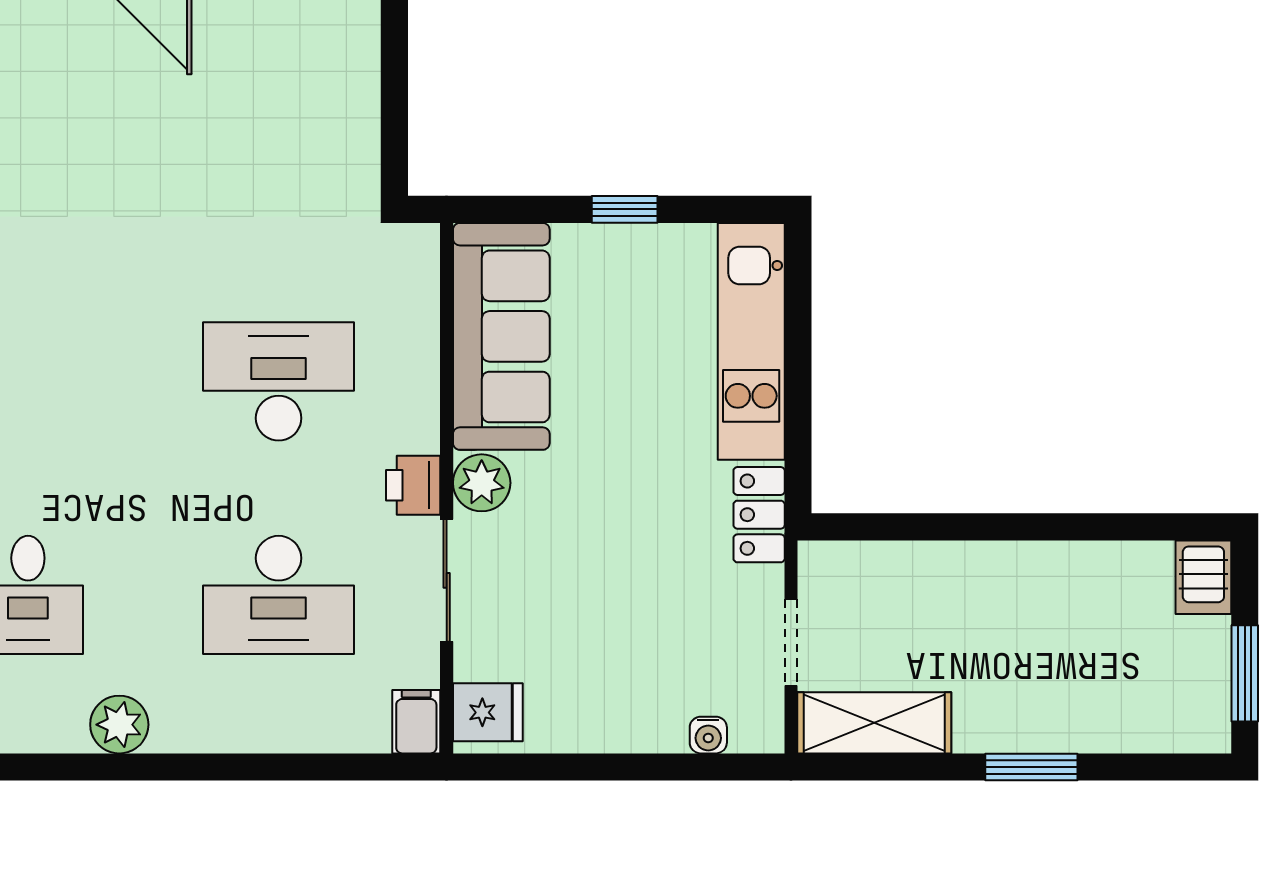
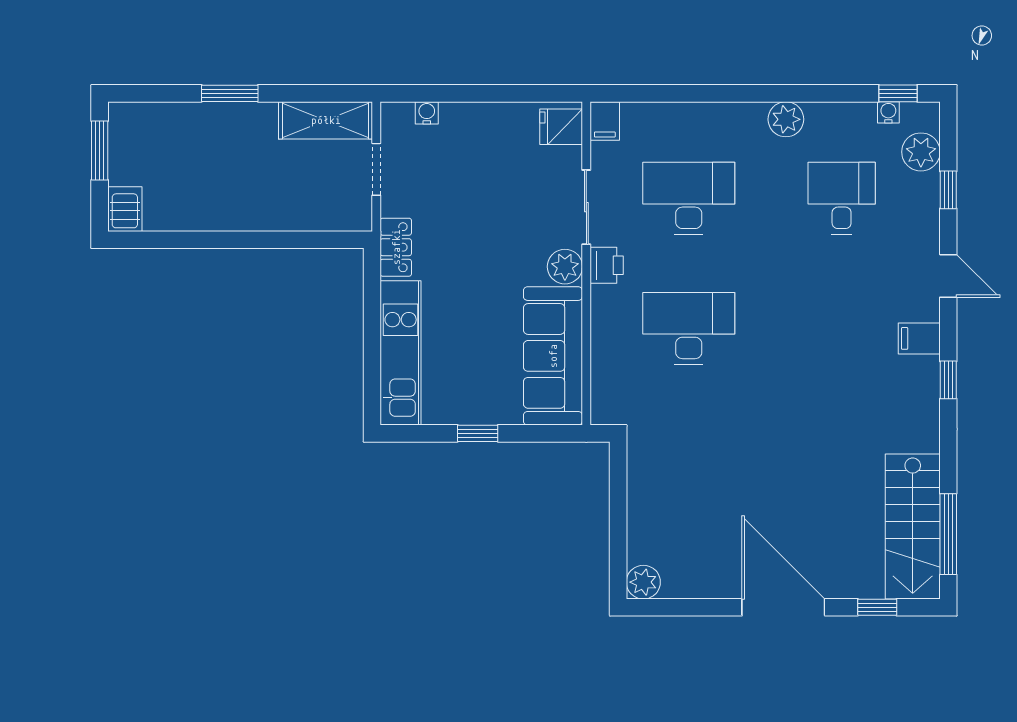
desk: (279, 381) -> (689, 328), turned 180

